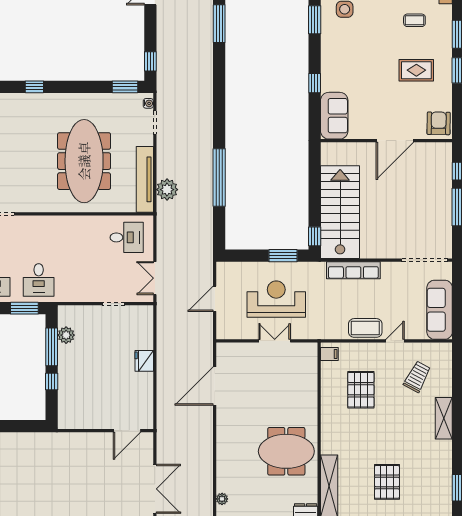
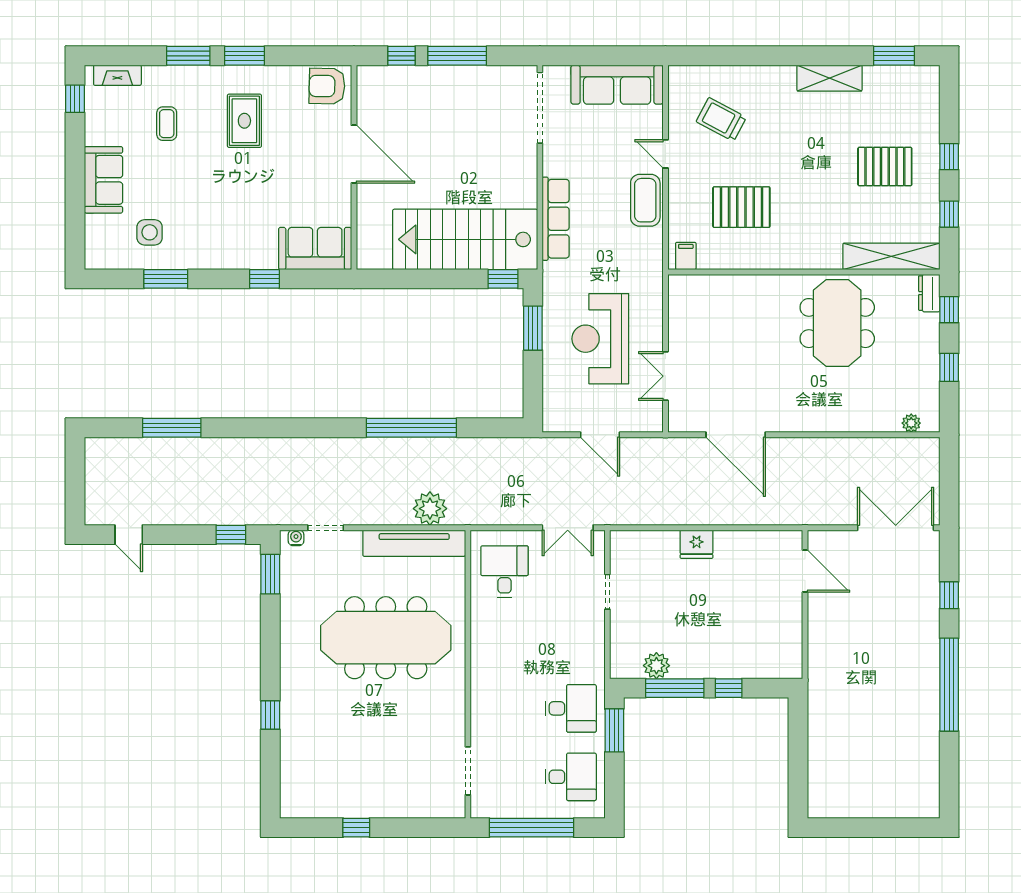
double door: (275, 341) -> (665, 376), moved
shelving: (444, 418) -> (829, 78), moved

